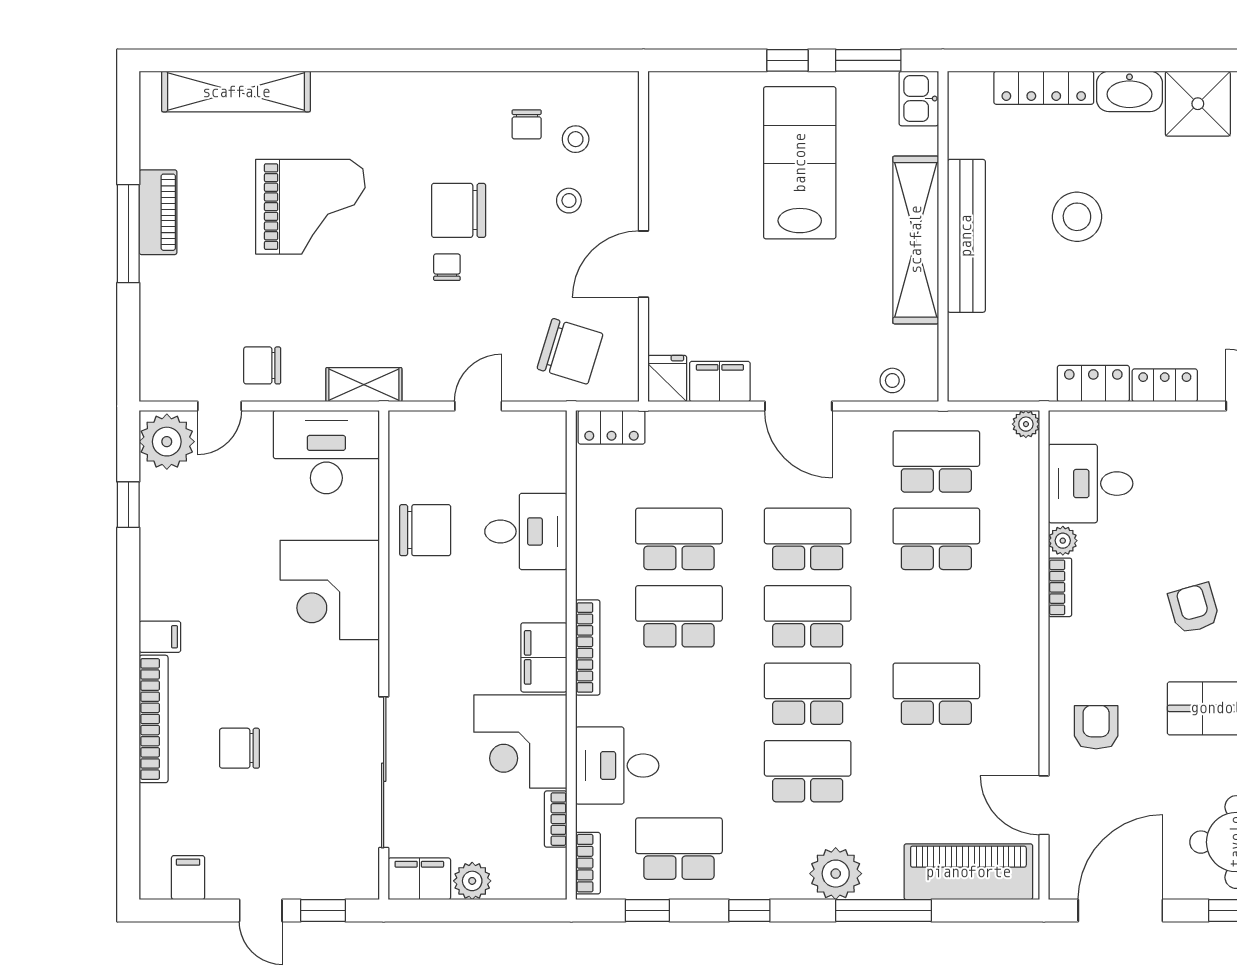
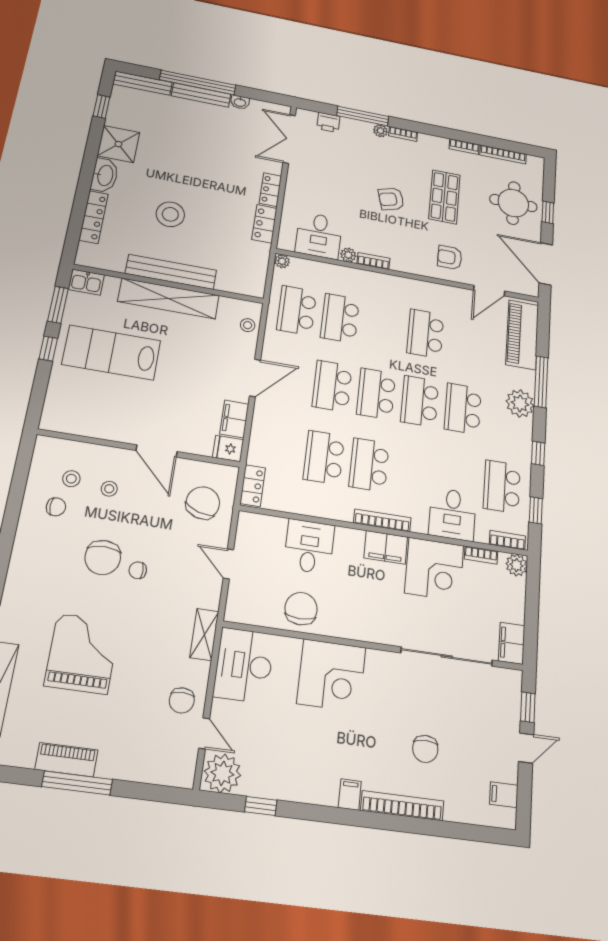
plant: (472, 881) -> (517, 565), moved

